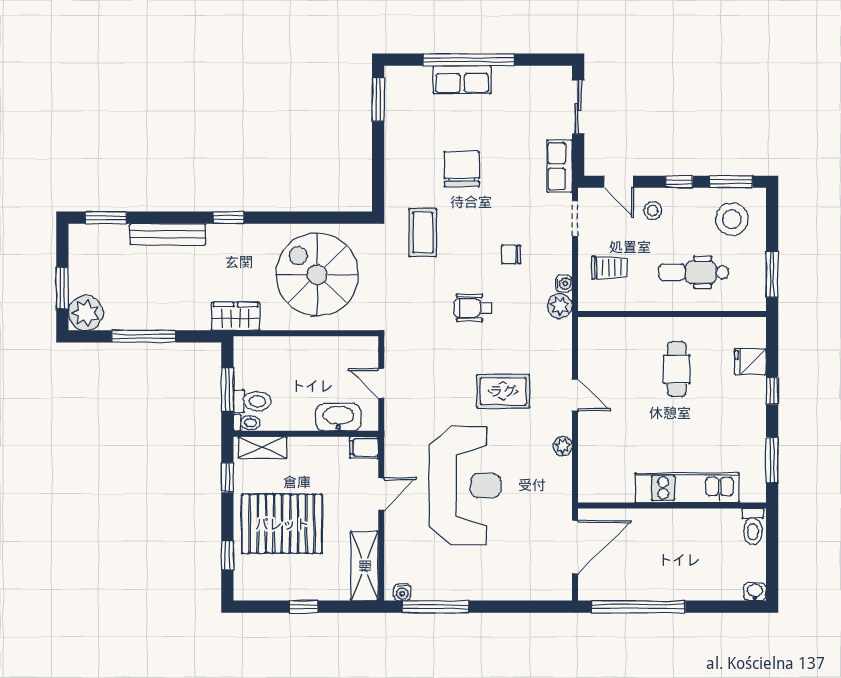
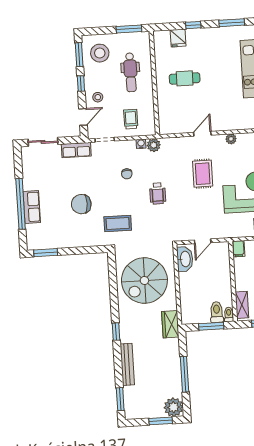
washbasin: (338, 417) -> (185, 259), moved, turned 180

